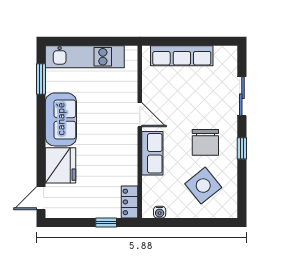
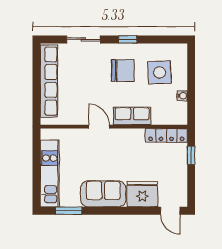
row of seats: (182, 56) -> (49, 81), width x1.36
door: (140, 115) -> (99, 127), hinge flipped
side table: (203, 186) -> (160, 73), turned 36
locker: (129, 202) -> (166, 135), width x1.53
water cooler: (160, 212) -> (182, 96), moved

